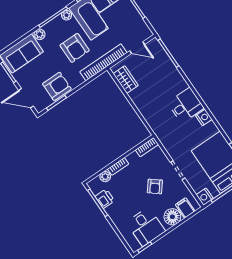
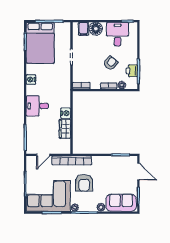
armchair: (75, 48) -> (84, 183), turned 180
door: (137, 48) -> (43, 155), swing flipped
wardrobe: (126, 80) -> (65, 129), moved
armchair: (57, 86) -> (113, 165), removed
desk: (186, 105) -> (37, 106), moved
armchair: (155, 186) -> (111, 63), moved
nightstand: (205, 197) -> (66, 113), moved

